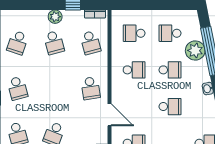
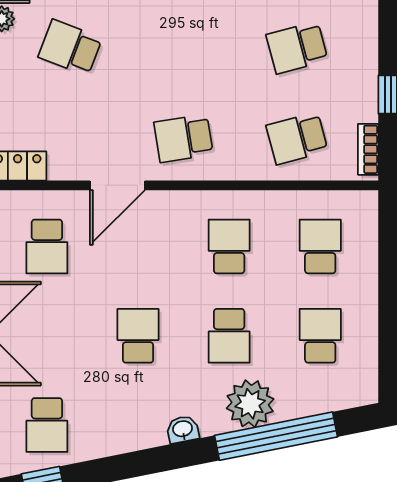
plant: (55, 17) -> (361, 50), removed
plant: (195, 51) -> (250, 404), moved
school desk: (134, 70) -> (229, 246), turned 180
school desk: (170, 107) -> (138, 336), turned 180

